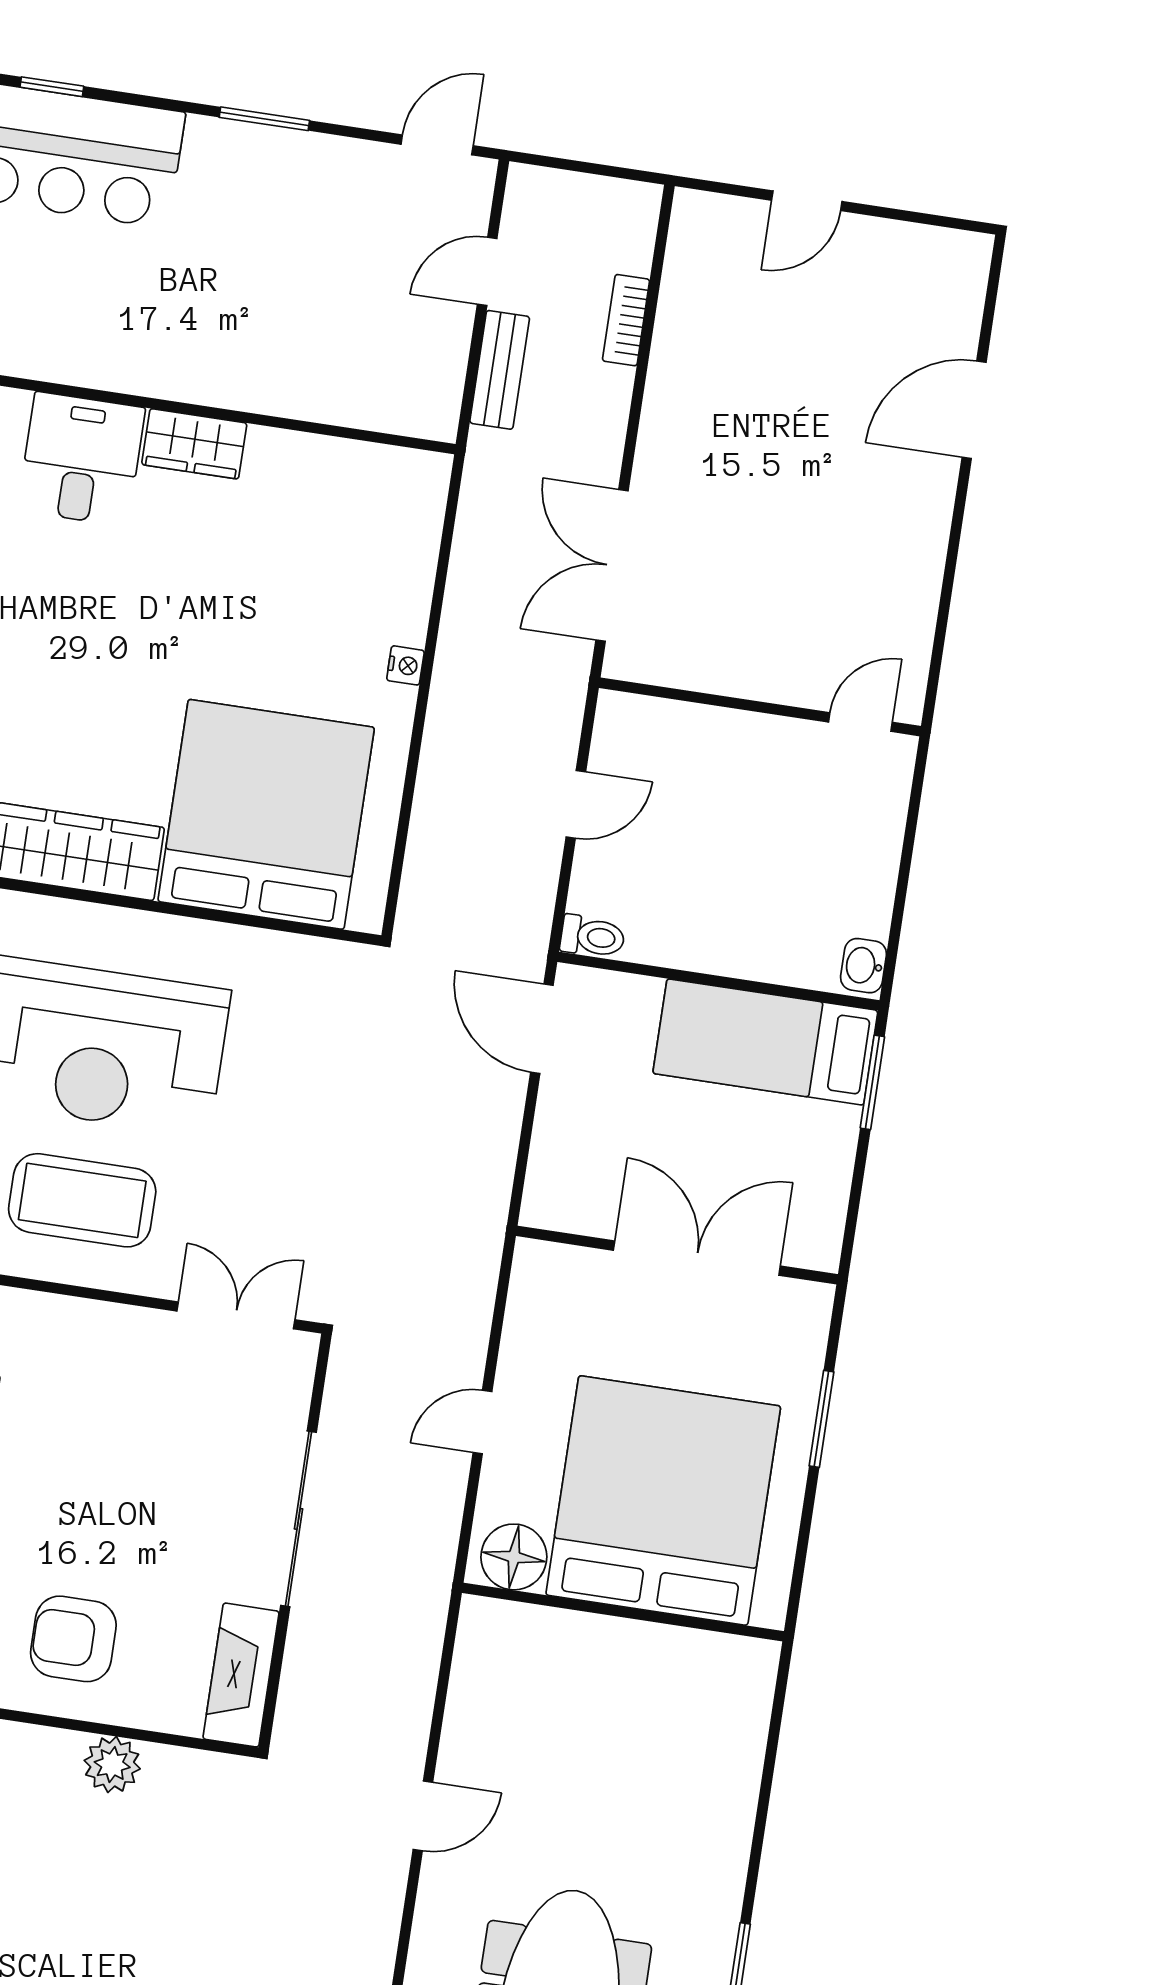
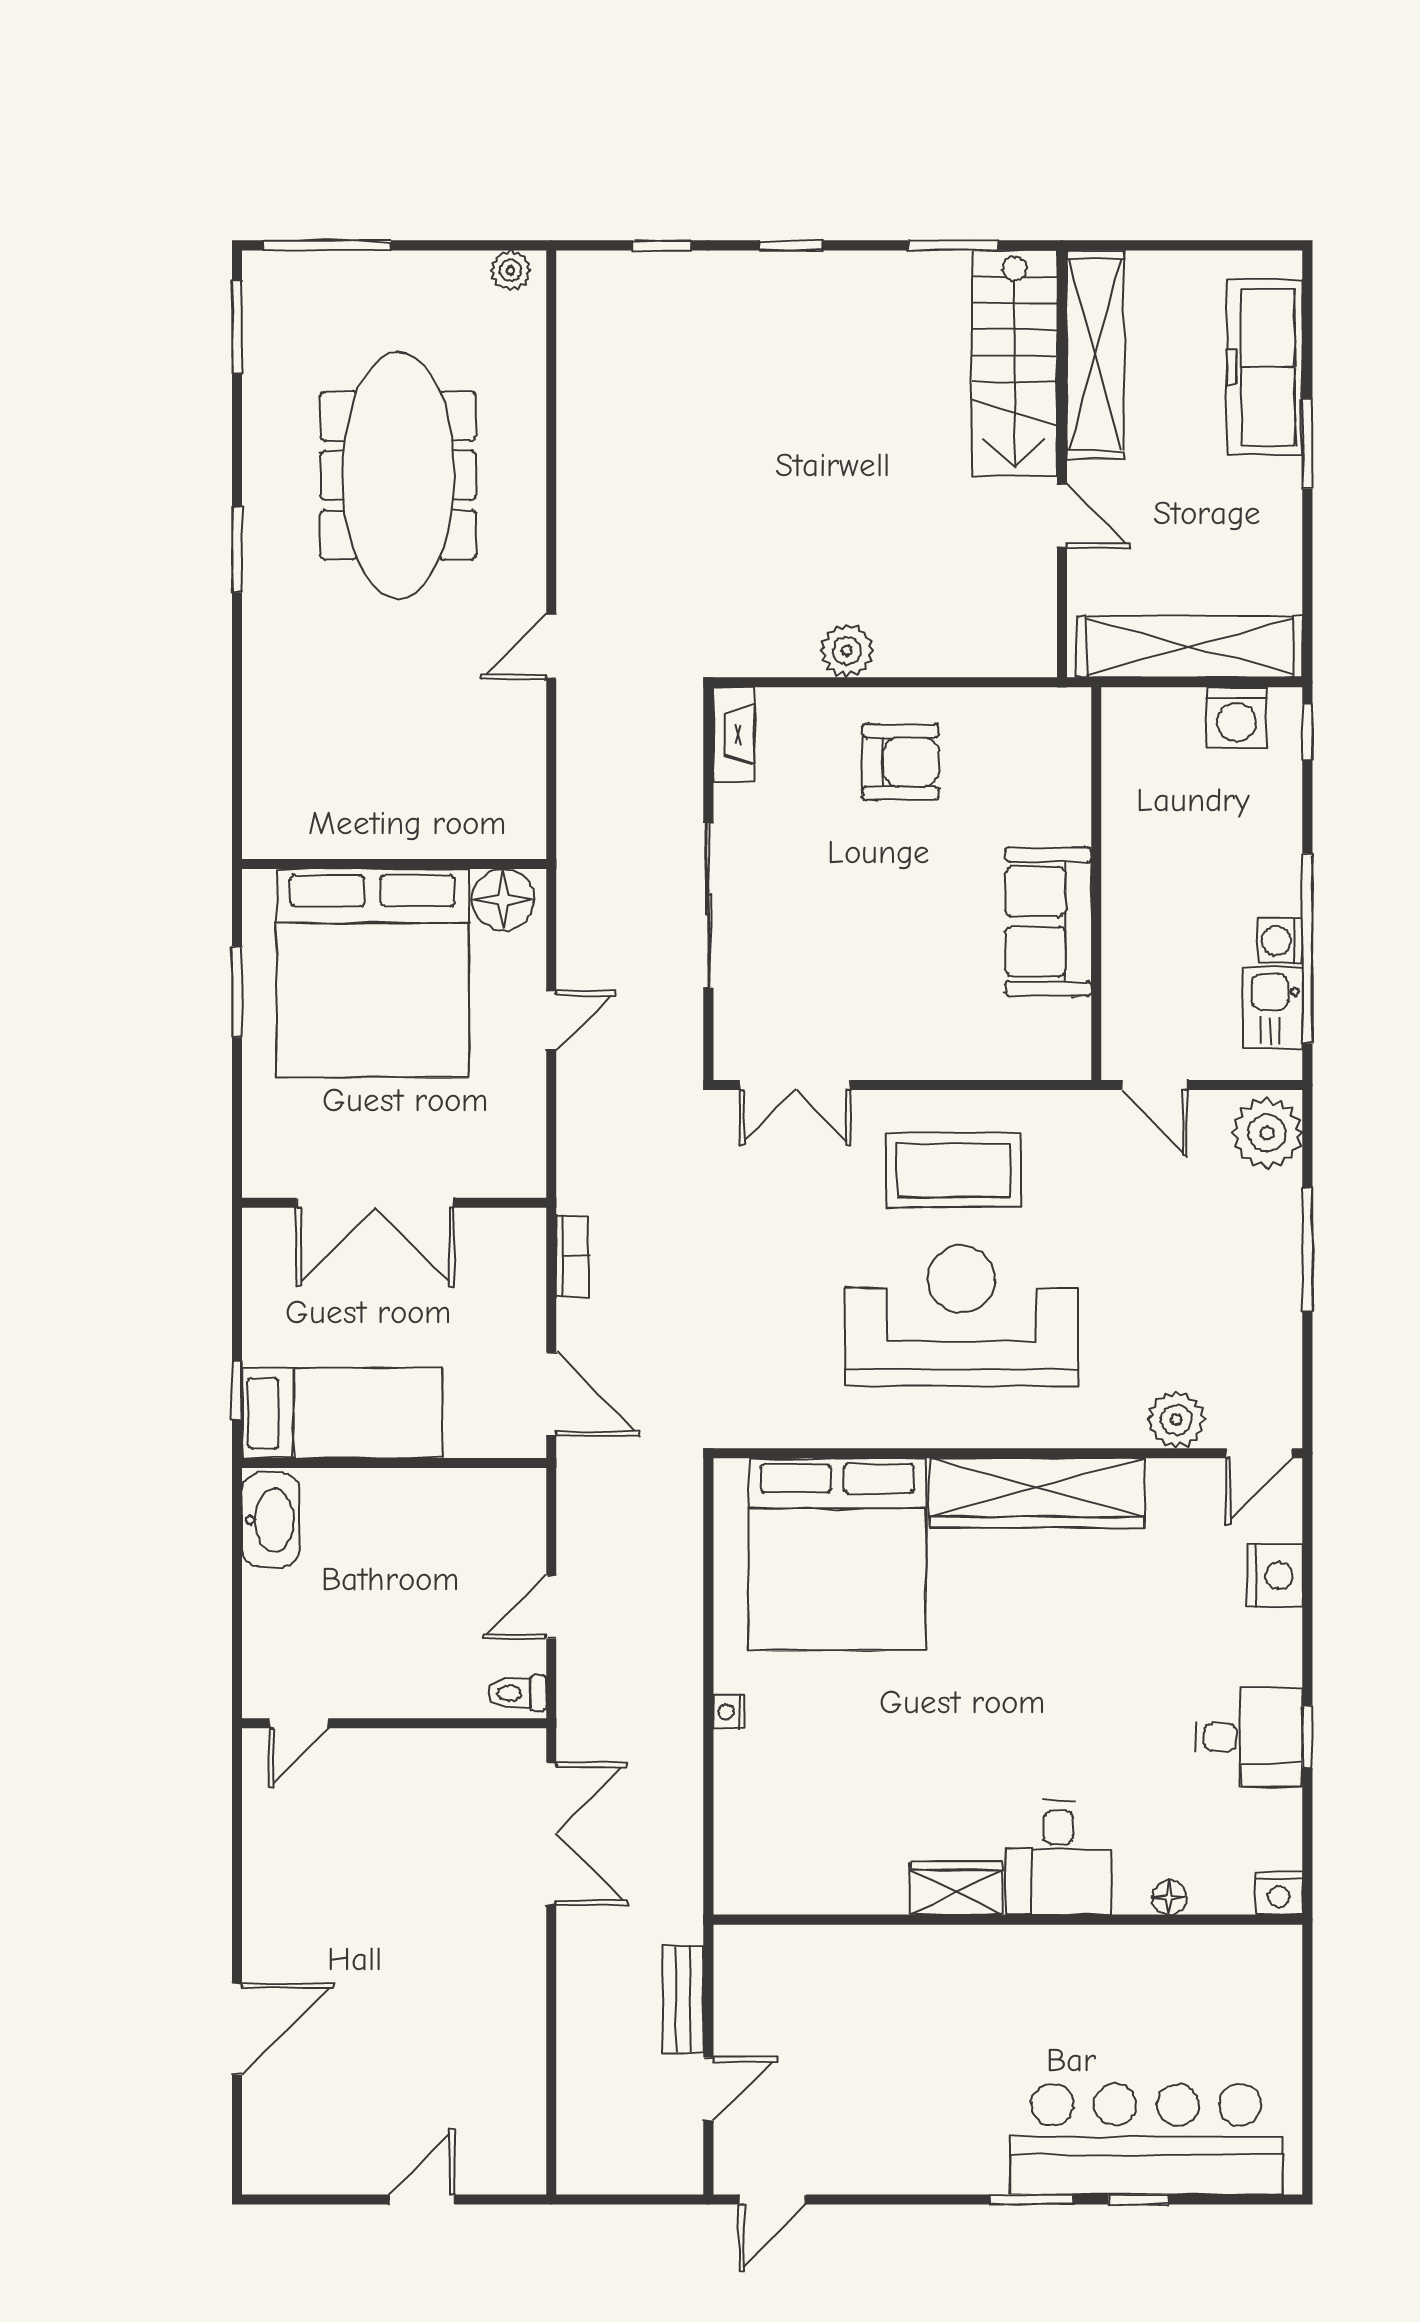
window: (264, 119) -> (1032, 2199), moved
bookcase: (626, 320) -> (573, 1257), moved
toilet: (593, 937) -> (517, 1693), moved
washbasin: (863, 966) -> (270, 1520), width x1.91, depth x1.45
window: (872, 1082) -> (237, 1391), width x0.67
window: (821, 1419) -> (237, 992), moved
fireplace: (241, 1675) -> (733, 734), width x0.73, depth x0.76

